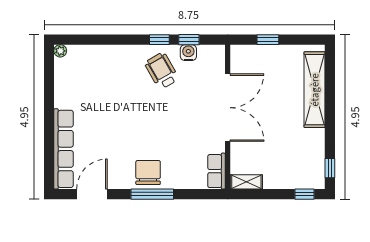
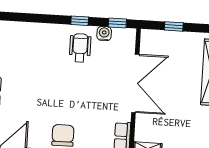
window: (189, 40) -> (117, 23), moved
wheelchair: (162, 71) -> (80, 48), turned 30

